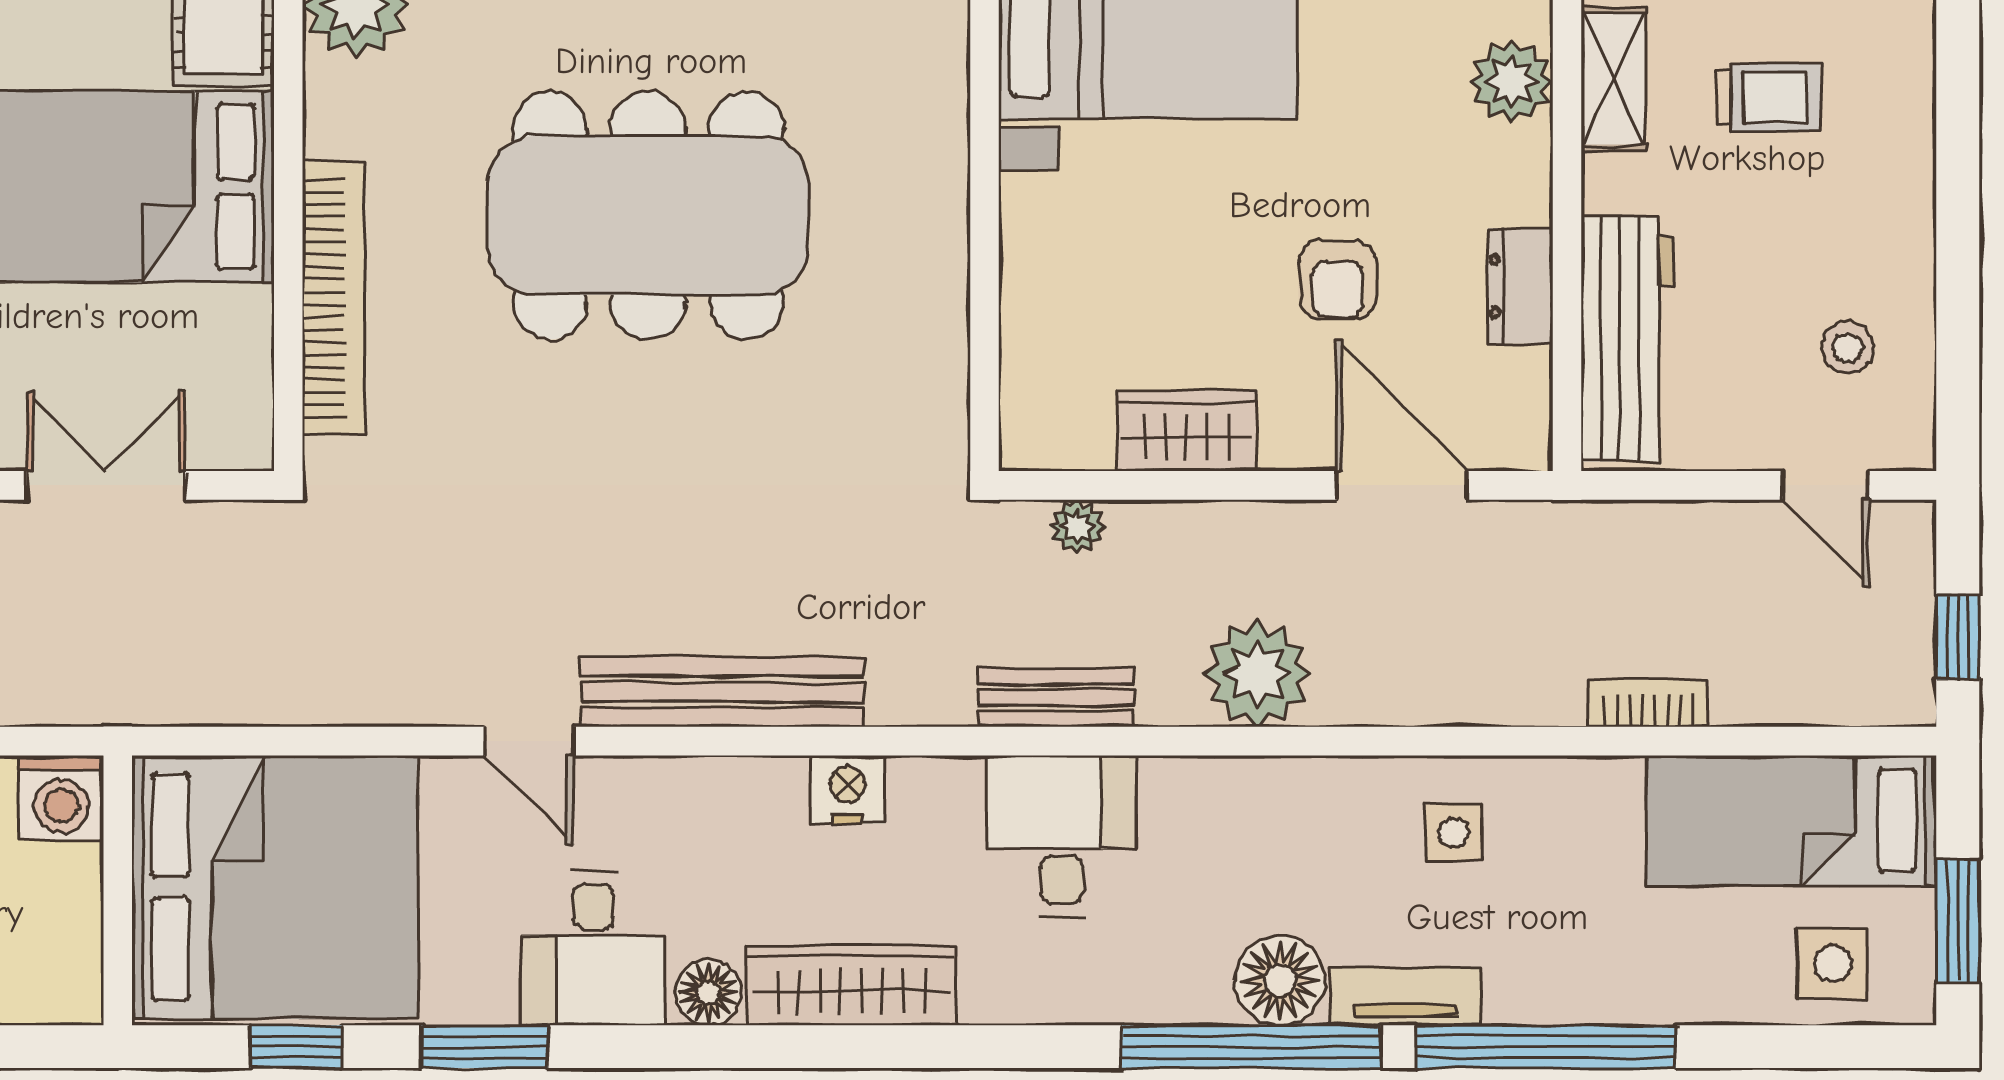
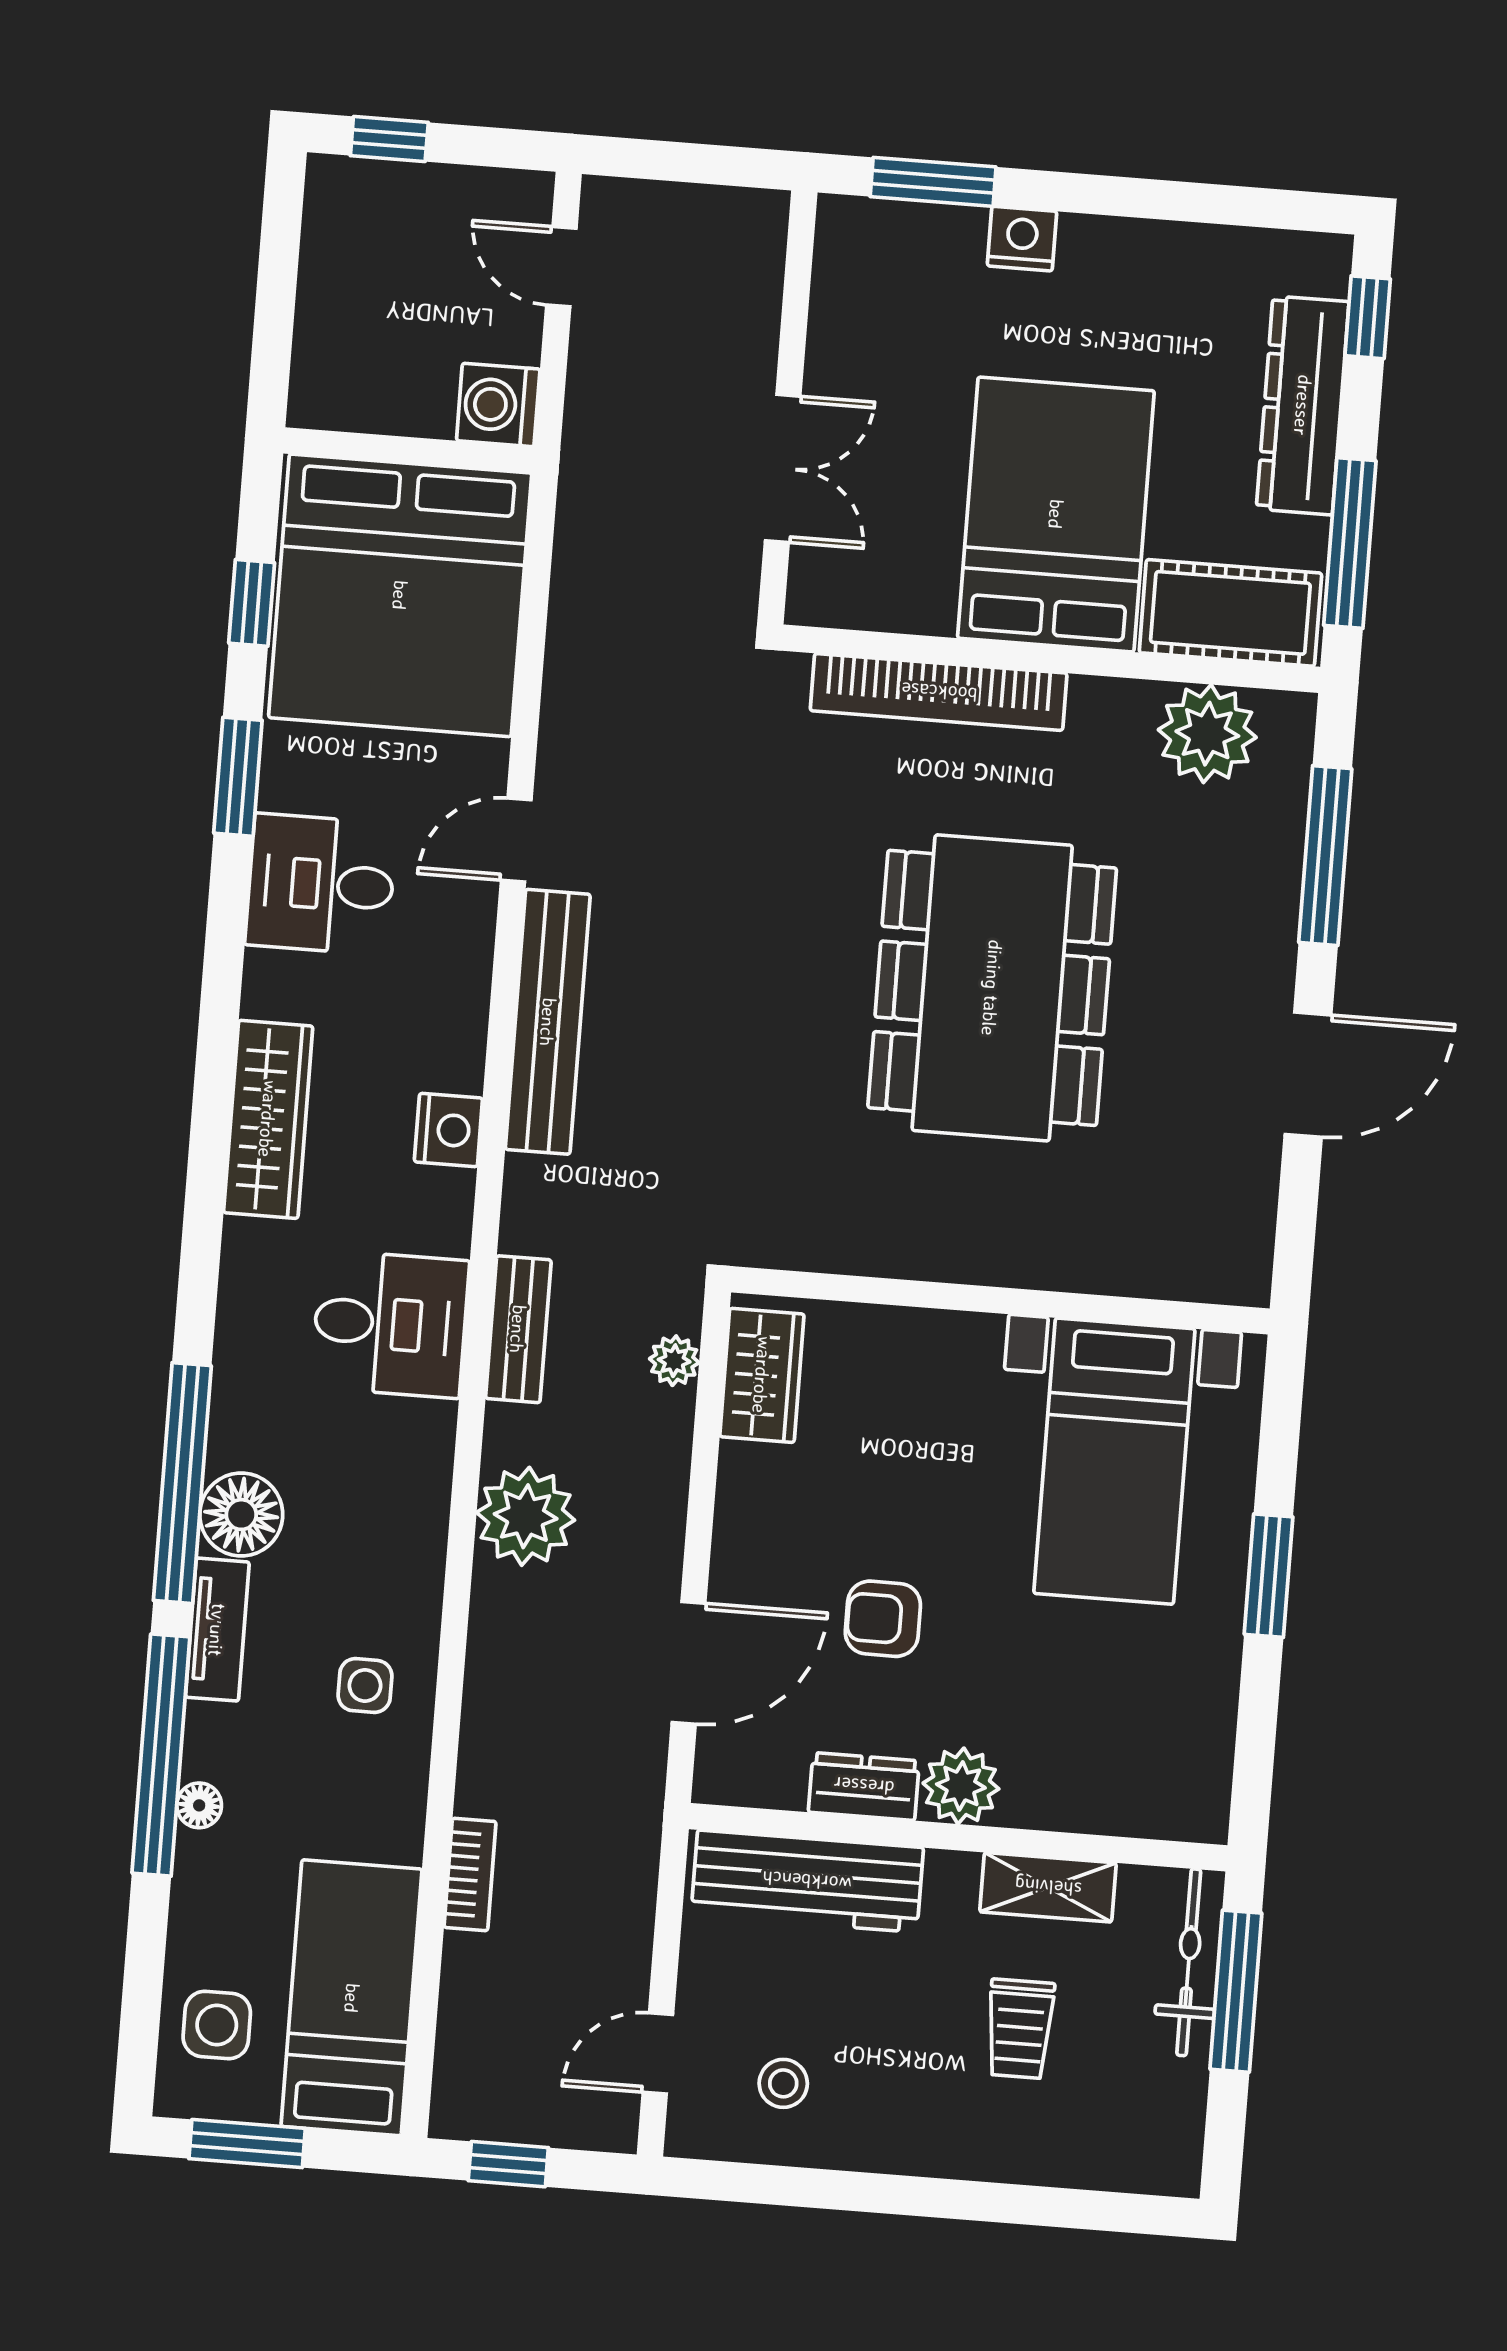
plant: (1512, 81) -> (961, 1786), moved
wardrobe: (1187, 431) -> (762, 1375), moved
floor lamp: (708, 992) -> (199, 1805), moved, width x0.73, depth x0.73

